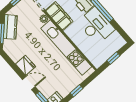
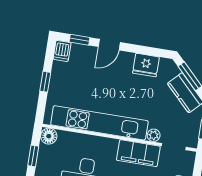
floor lamp: (97, 62) -> (49, 136), added
fridge: (26, 65) -> (146, 65), moved

